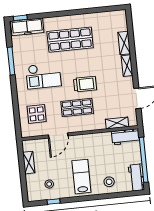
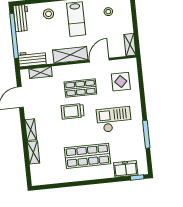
freezer: (27, 27) -> (126, 169), width x0.71
shelving: (87, 141) -> (70, 55), added
shelving: (29, 163) -> (130, 45), moved

